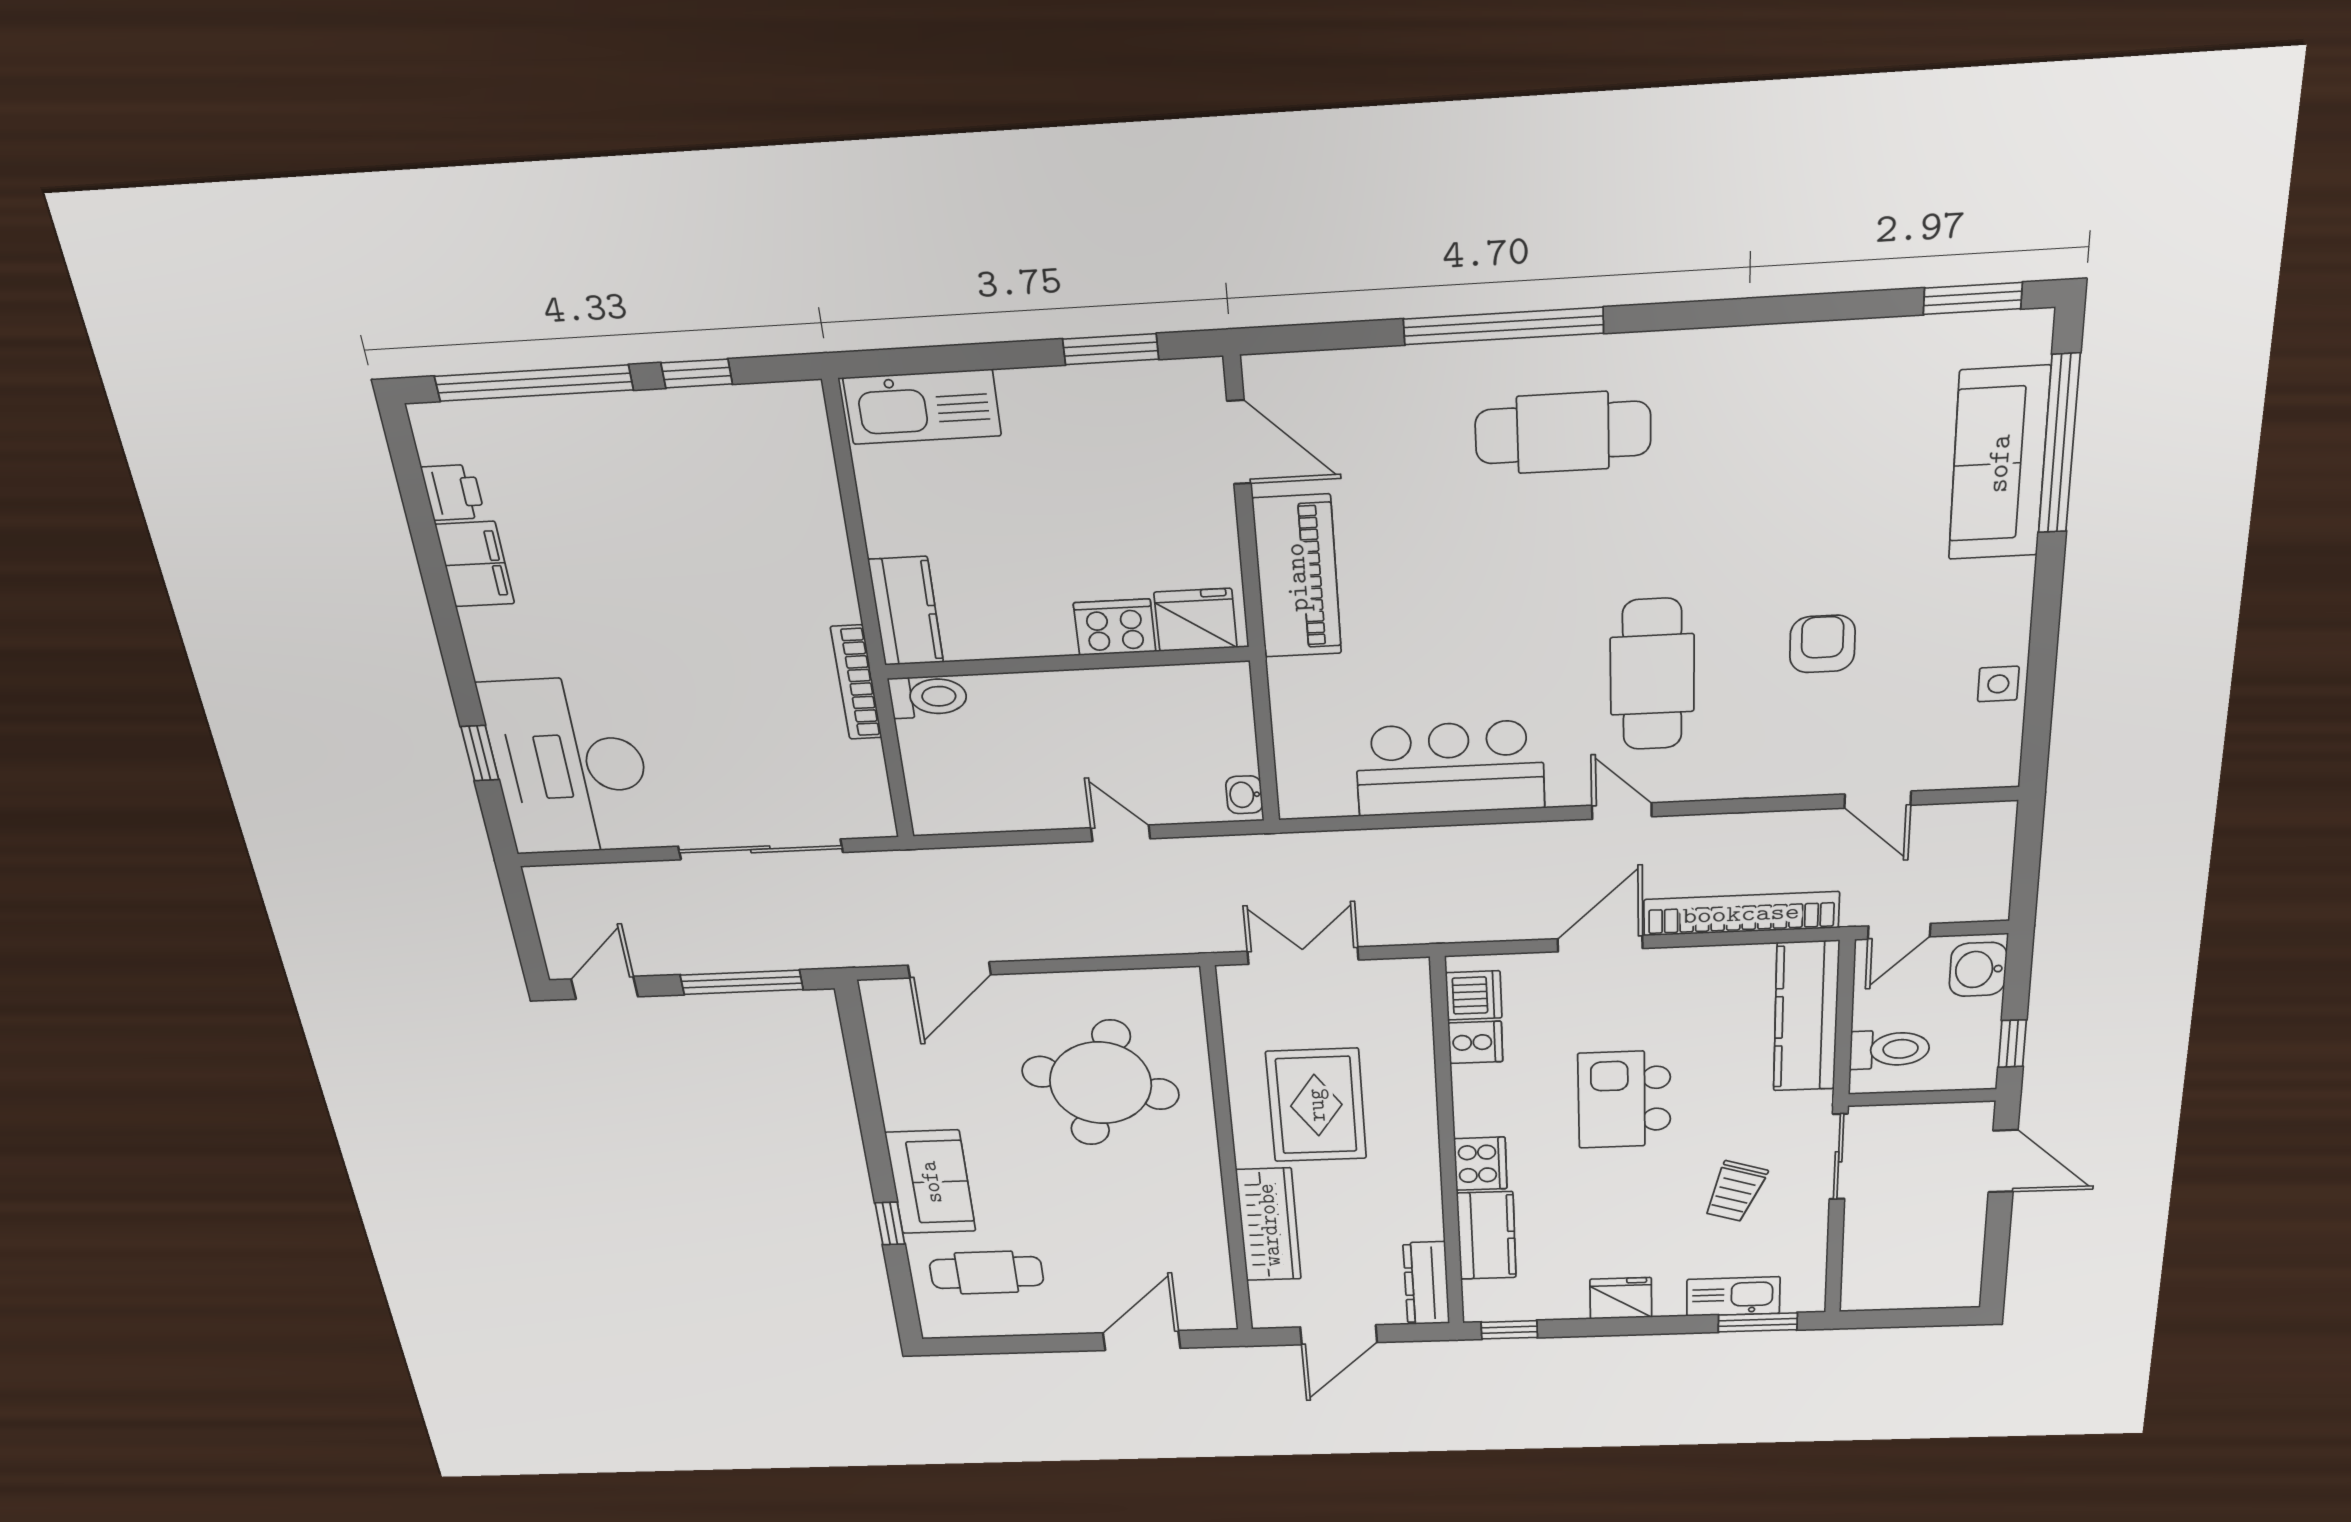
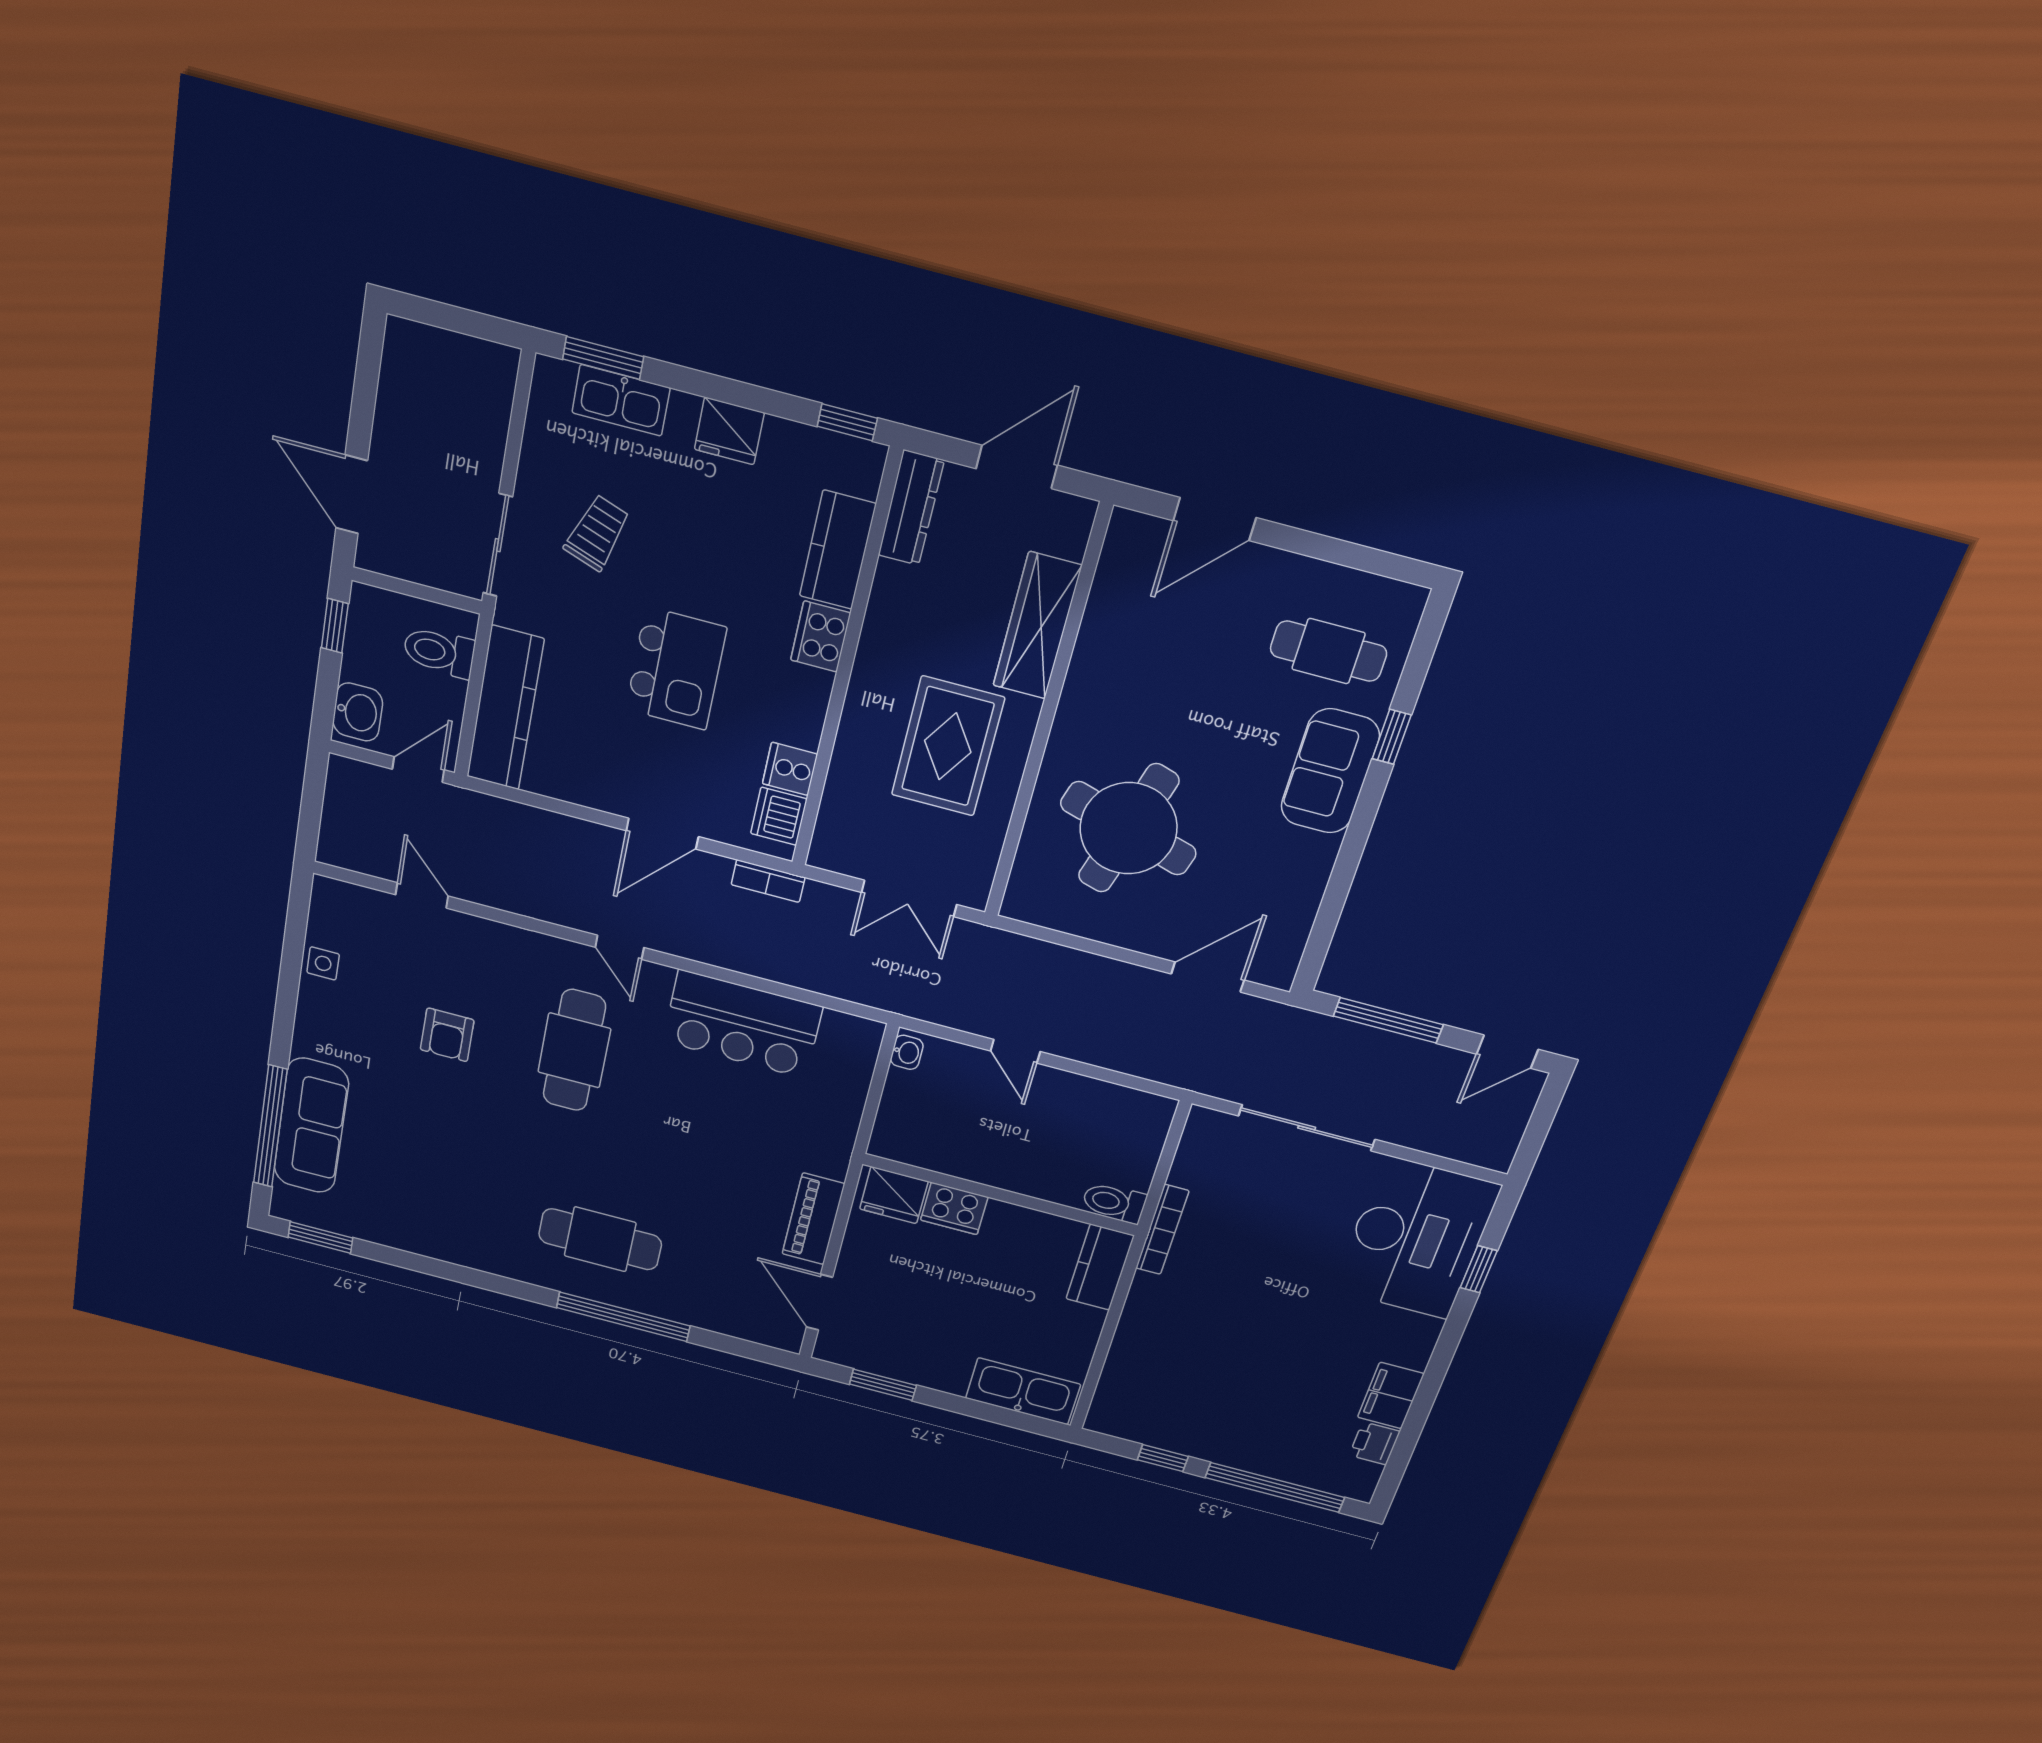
piano: (1297, 577) -> (813, 1219), width x0.73, depth x0.75
bookcase: (1741, 914) -> (768, 881), moved, width x0.43, depth x0.76

